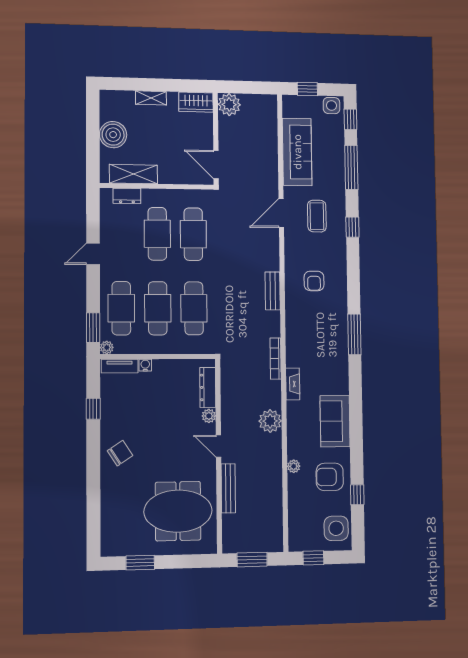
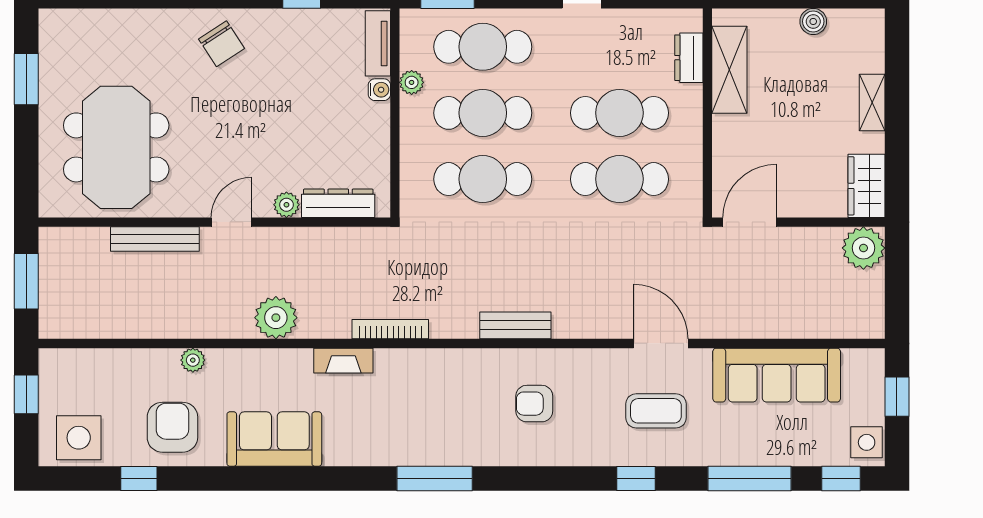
boiler: (113, 135) -> (813, 21), width x0.54, depth x0.54
plant: (107, 347) -> (412, 82), moved

